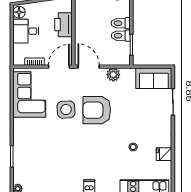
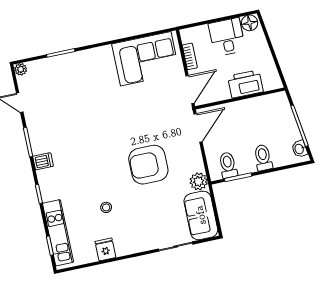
toilet: (121, 36) -> (228, 165), moved
door: (59, 67) -> (190, 90), hinge flipped
plant: (113, 75) -> (199, 181), moved
side table: (66, 110) -> (136, 110), removed
armchair: (97, 110) -> (148, 165), moved, turned -90

